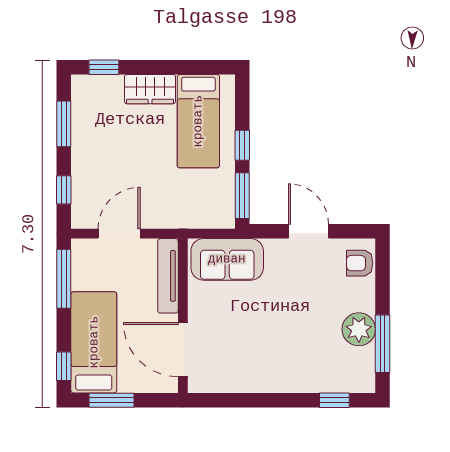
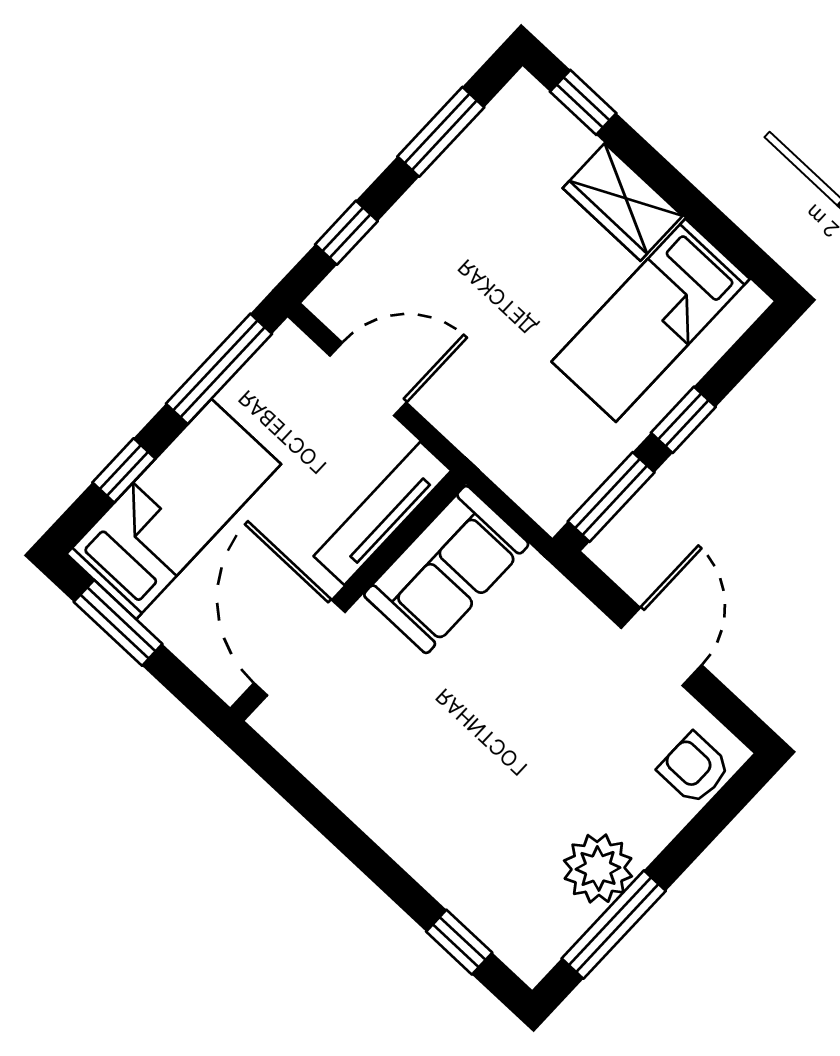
sofa: (227, 259) -> (446, 569), moved, turned -90
window: (64, 366) -> (124, 470), moved

